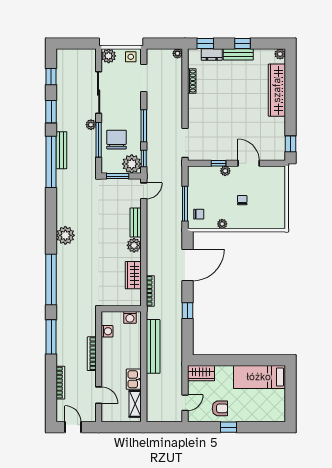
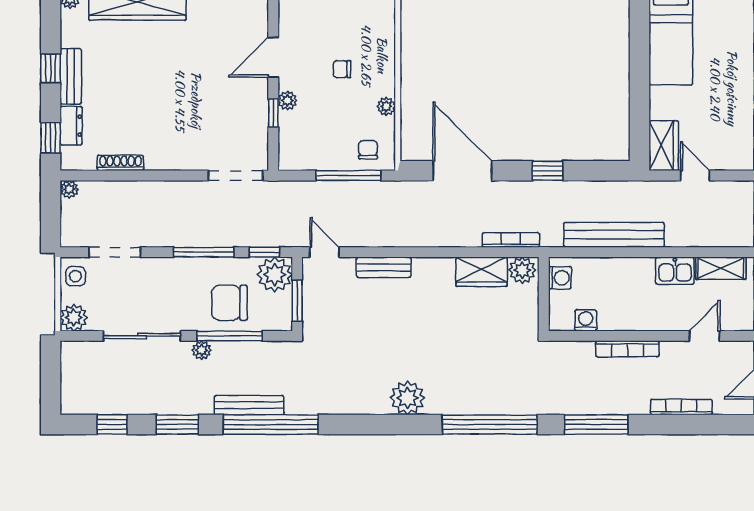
plant: (134, 245) -> (522, 270), moved
door: (185, 403) -> (695, 176), moved
armchair: (220, 408) -> (729, 110), removed

